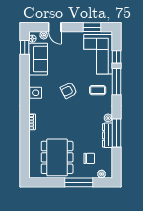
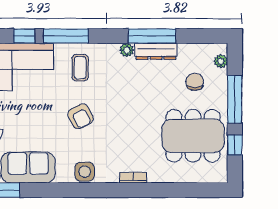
window: (51, 182) -> (235, 145), added

